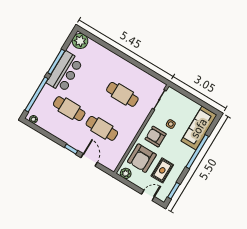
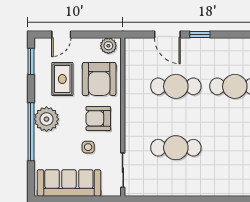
sofa: (199, 128) -> (69, 183), moved, turned -90
armchair: (156, 137) -> (98, 118), turned 180
plant: (184, 153) -> (46, 119), added
armchair: (142, 158) -> (99, 79), turned 180

